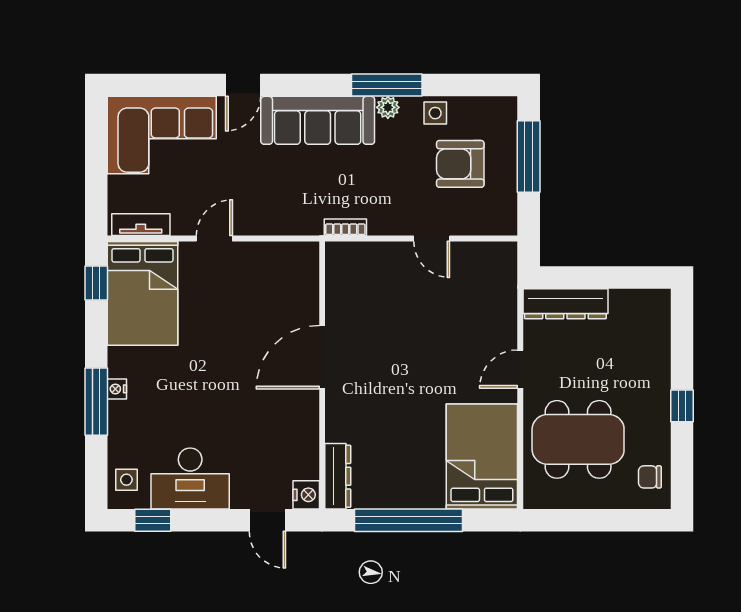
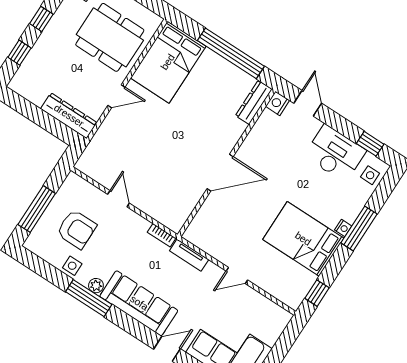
tv unit: (141, 225) -> (189, 255), moved
bed: (142, 293) -> (303, 239), moved, turned -90
window: (682, 344) -> (19, 53), added

